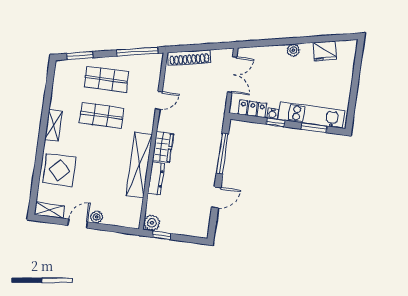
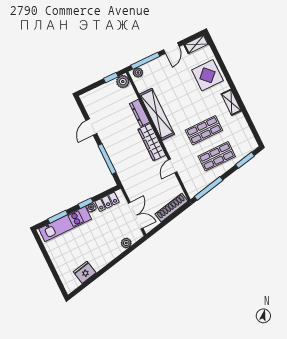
plant: (293, 50) -> (126, 243), moved
double door: (232, 74) -> (136, 216), swing flipped
wardrobe: (163, 147) -> (152, 142), width x1.50
plant: (97, 217) -> (138, 73), moved
window: (114, 229) -> (145, 61), added

